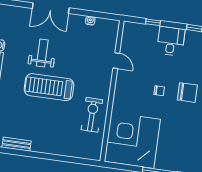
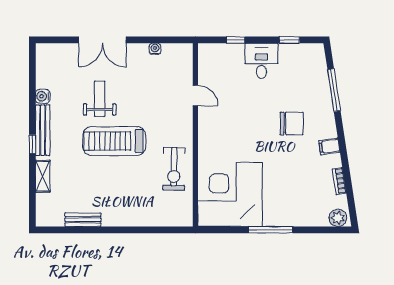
chair: (159, 91) -> (255, 126), removed
exercise bike: (92, 115) -> (174, 169), turned 180

